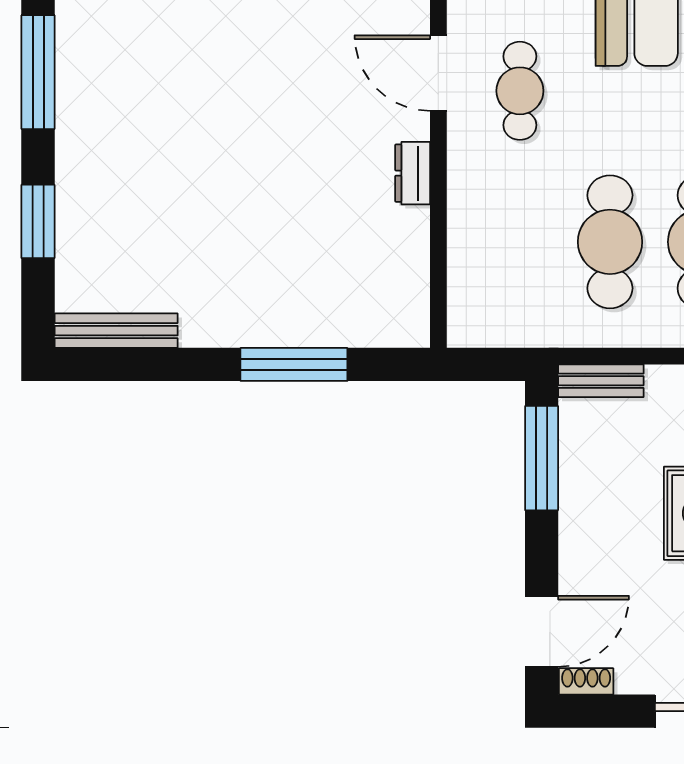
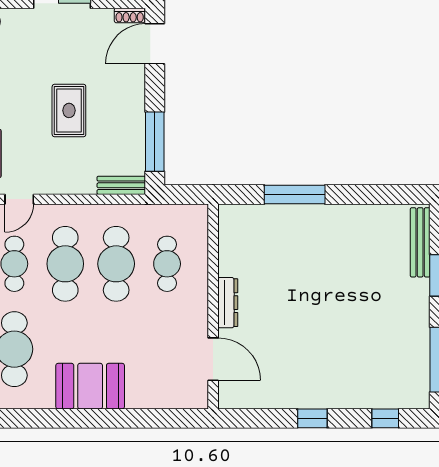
cafe table: (520, 91) -> (167, 264), moved
dresser: (413, 173) -> (228, 303), width x1.44
bench: (116, 331) -> (420, 242), moved, turned 90

